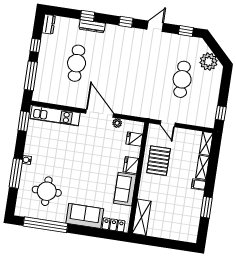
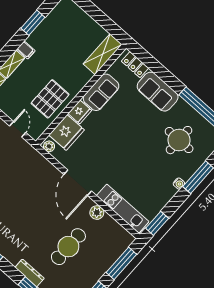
plant: (72, 101) -> (97, 213), added
plant: (117, 123) -> (49, 146), moved
fridge: (134, 139) -> (67, 132), width x1.88, depth x1.34

